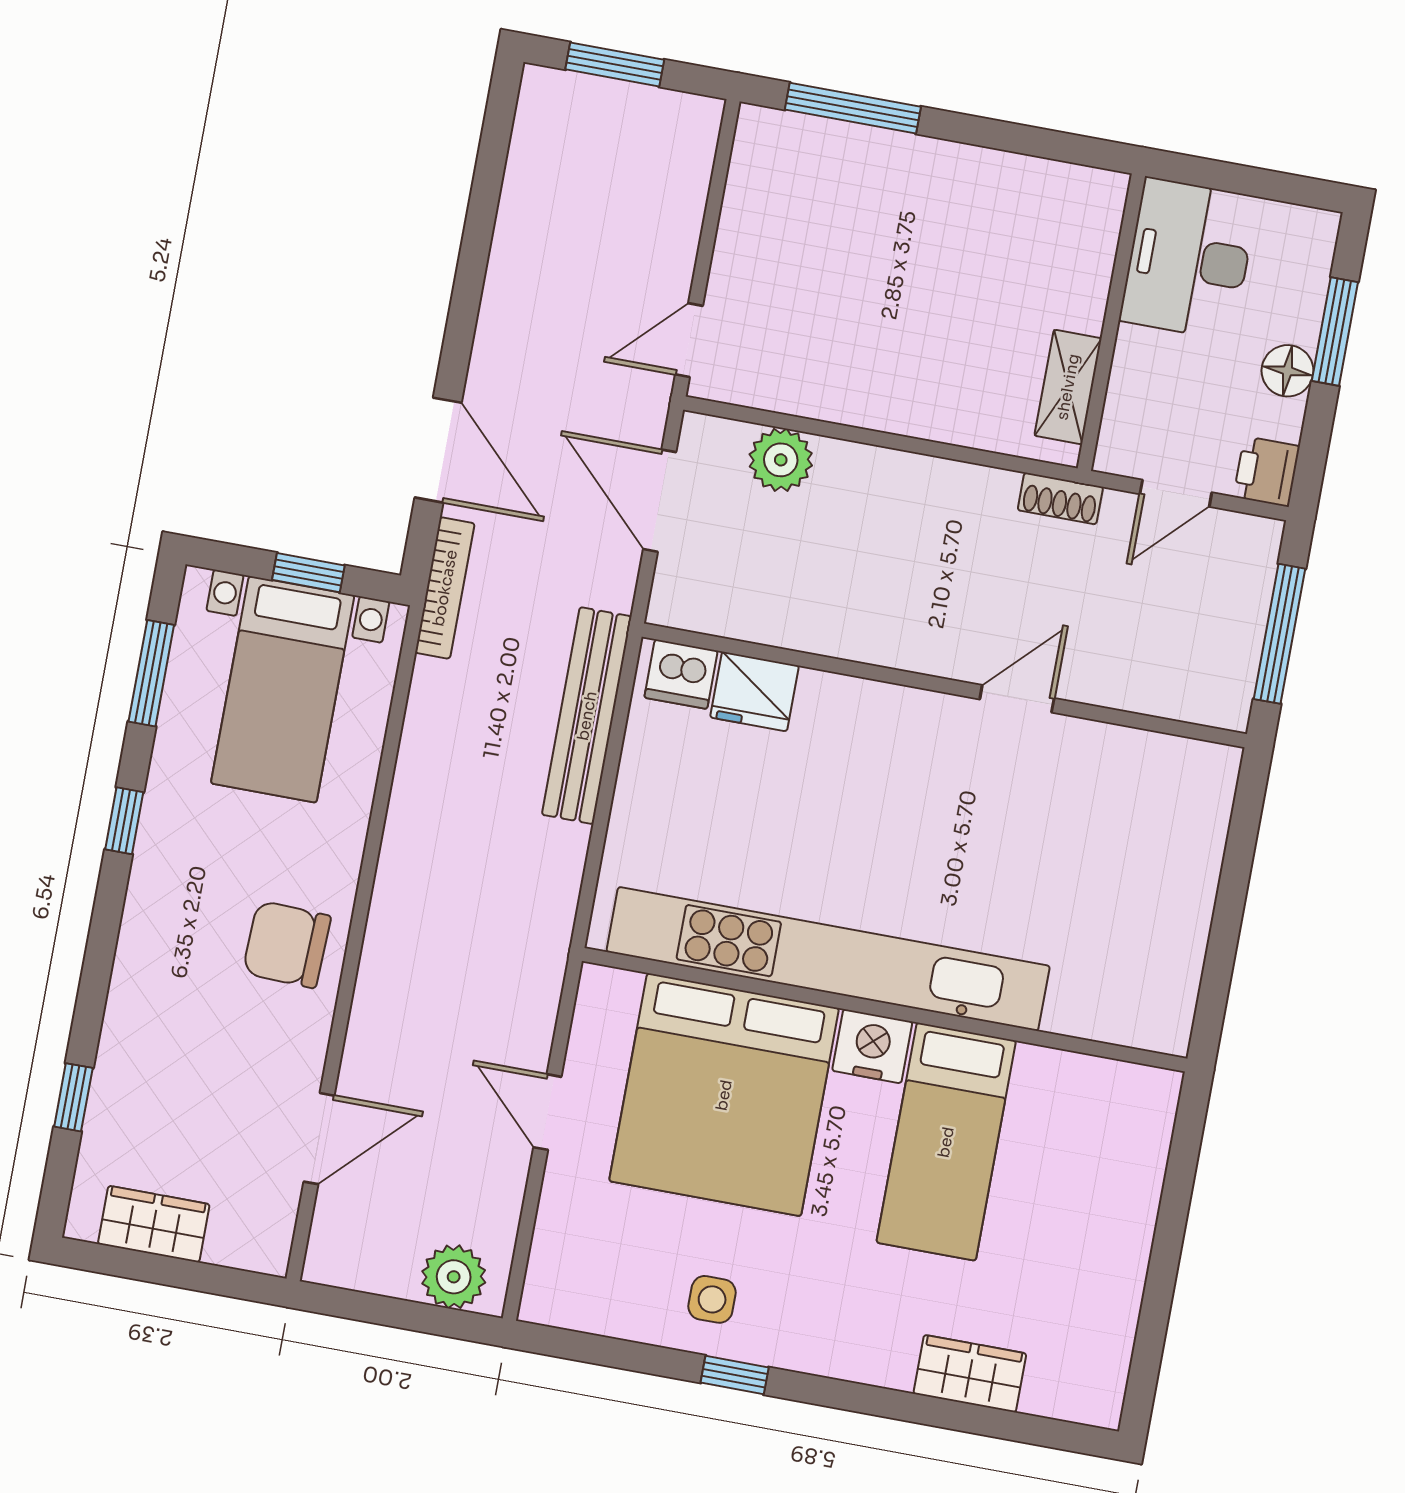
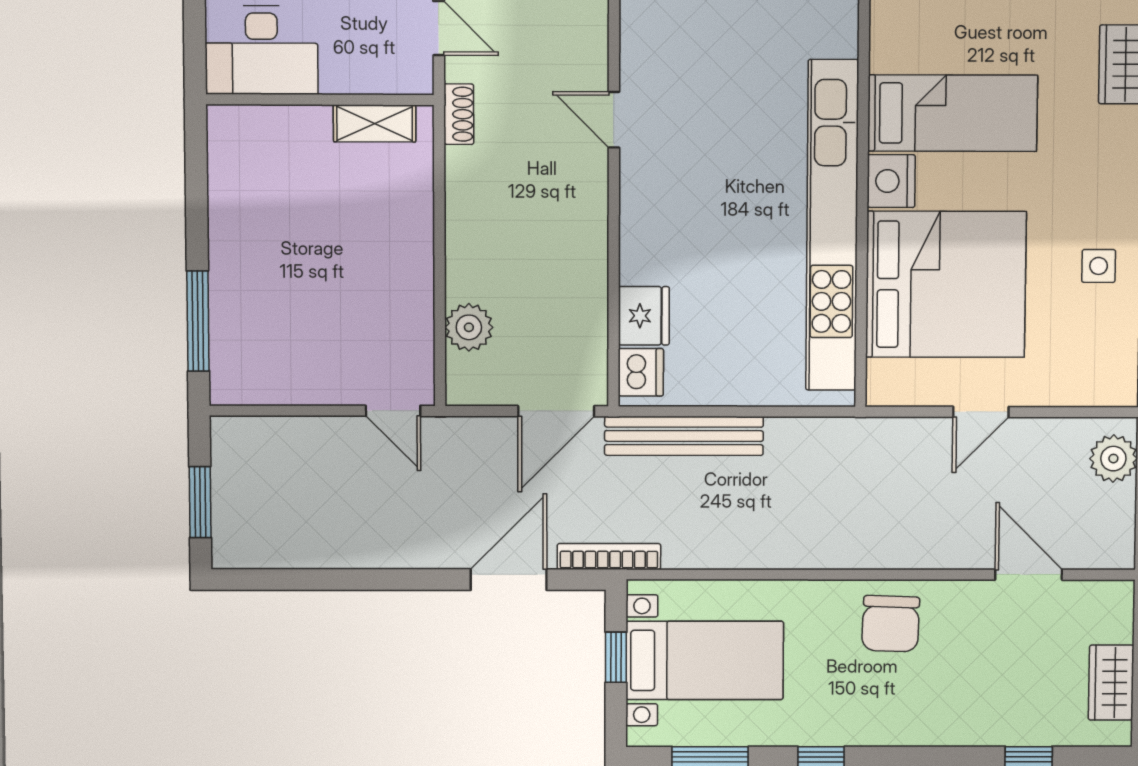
door: (660, 501) -> (556, 411), moved

